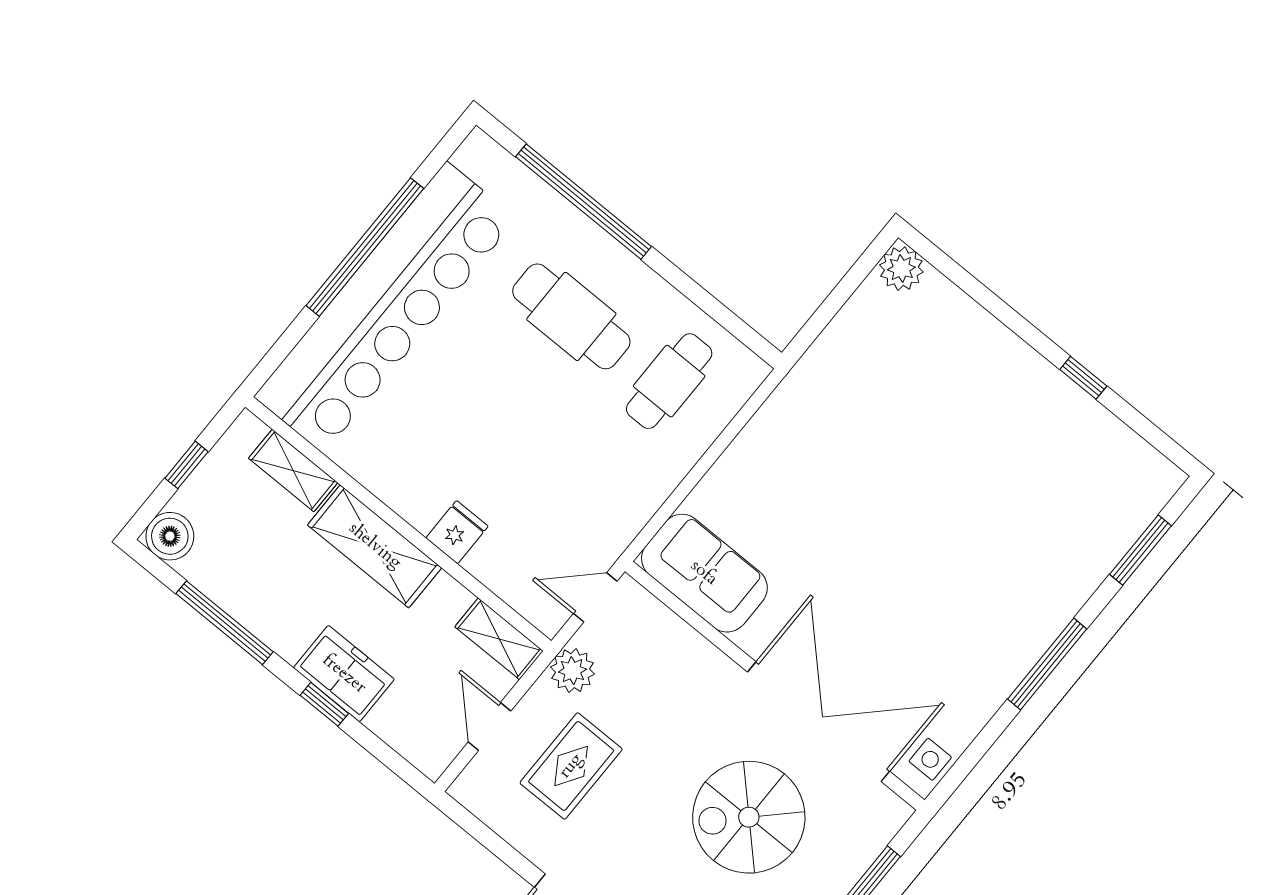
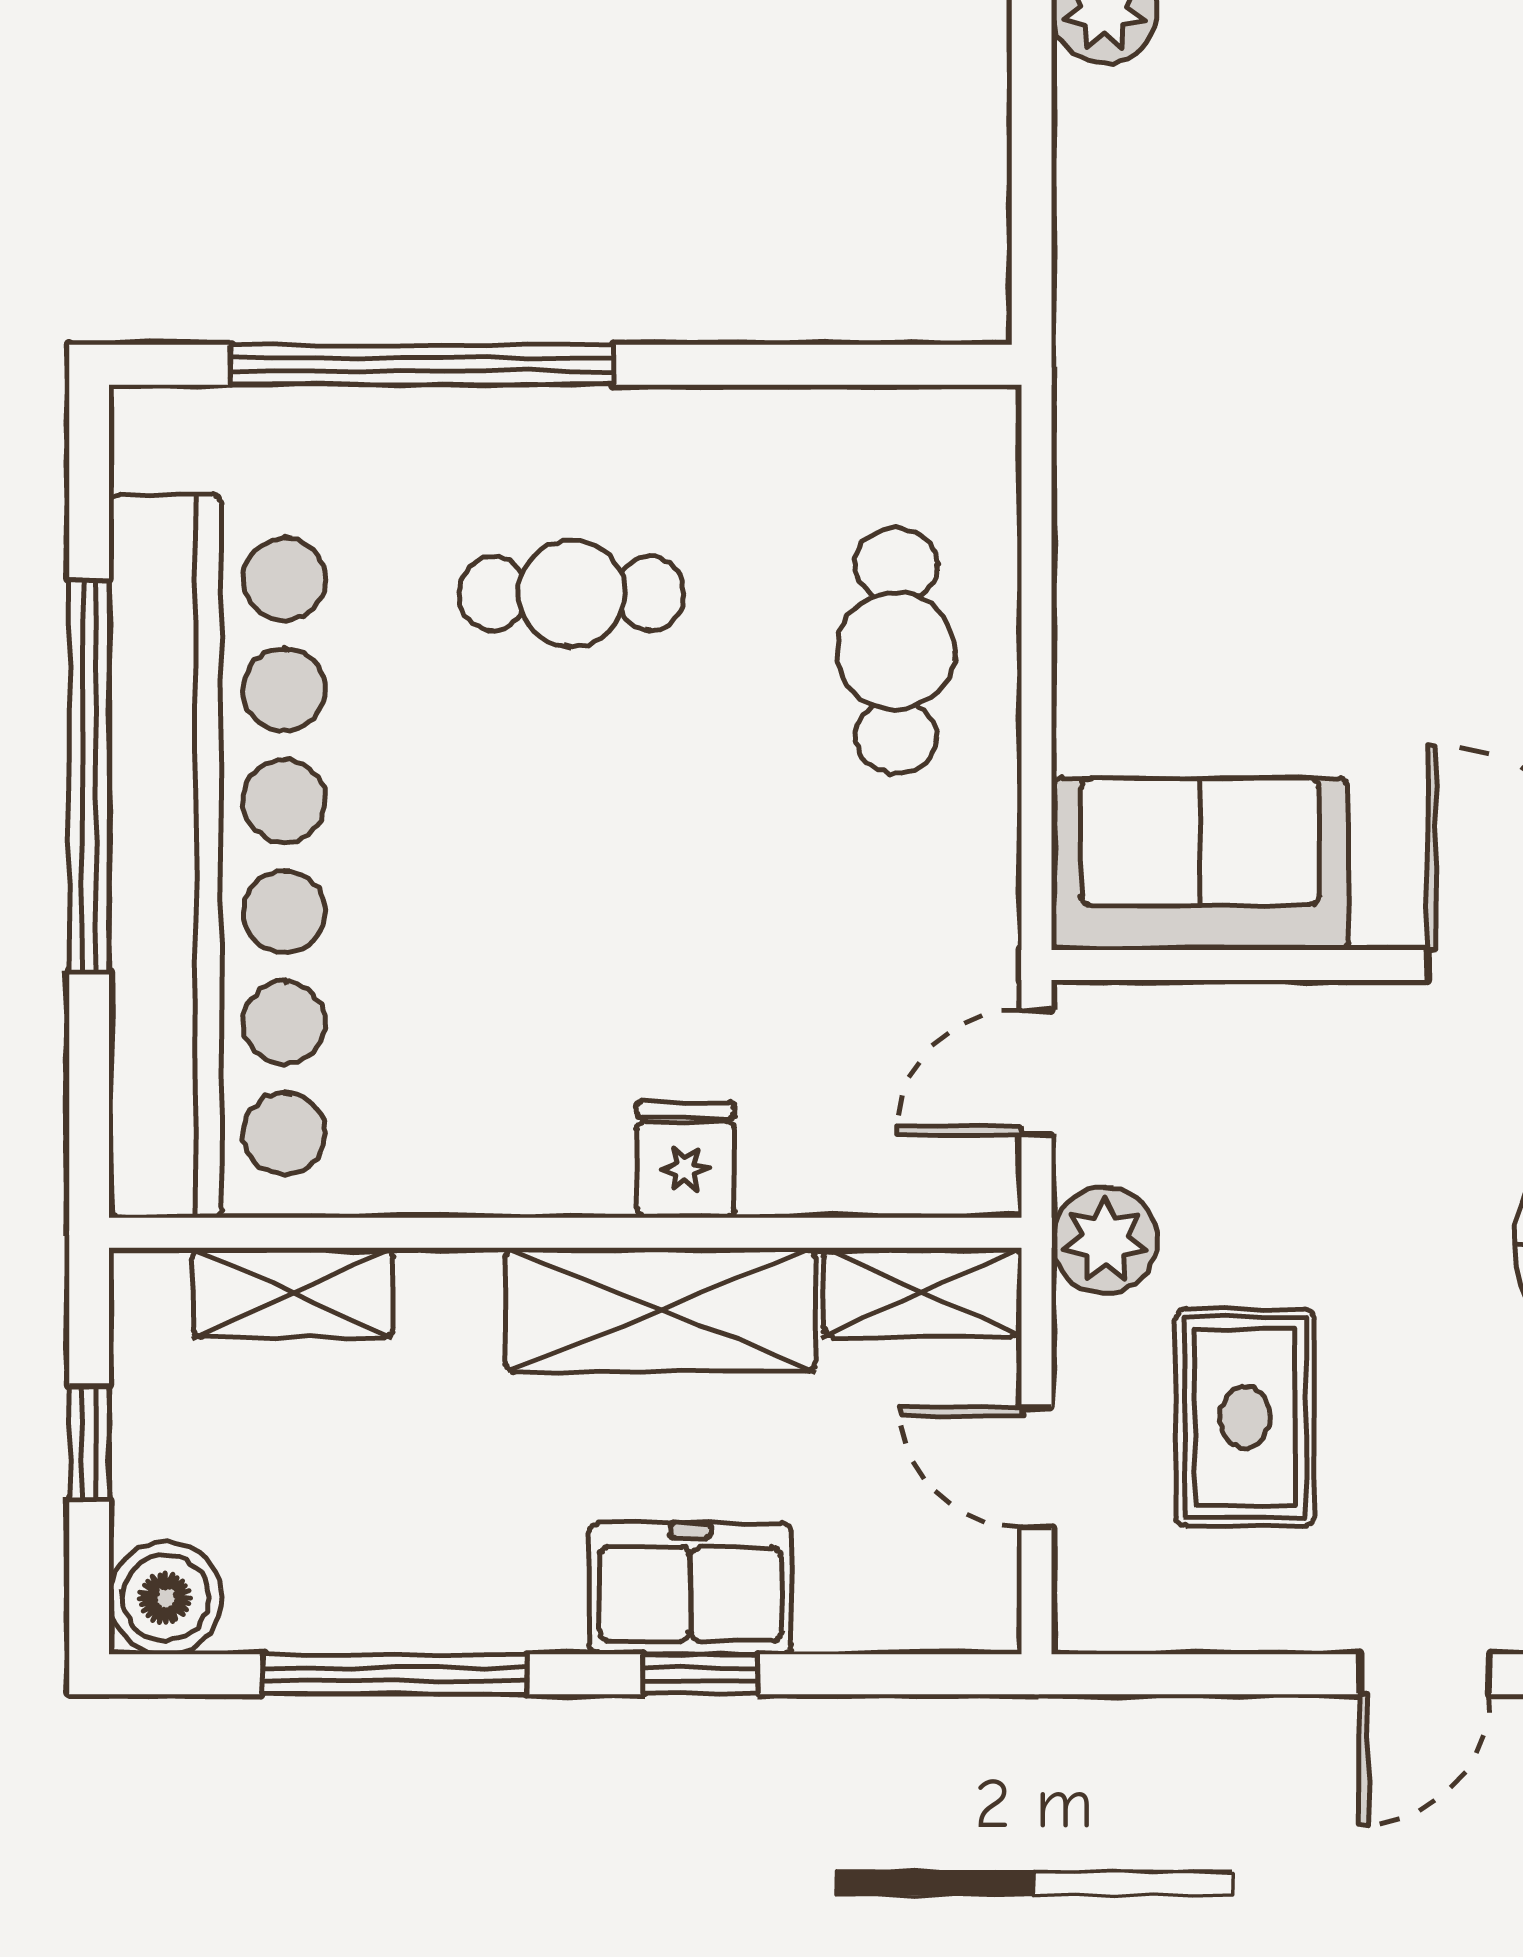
cafe table: (571, 316) -> (572, 593), width x0.73, depth x0.74
cafe table: (669, 381) -> (896, 651), moved
shelving: (375, 546) -> (660, 1310), moved

